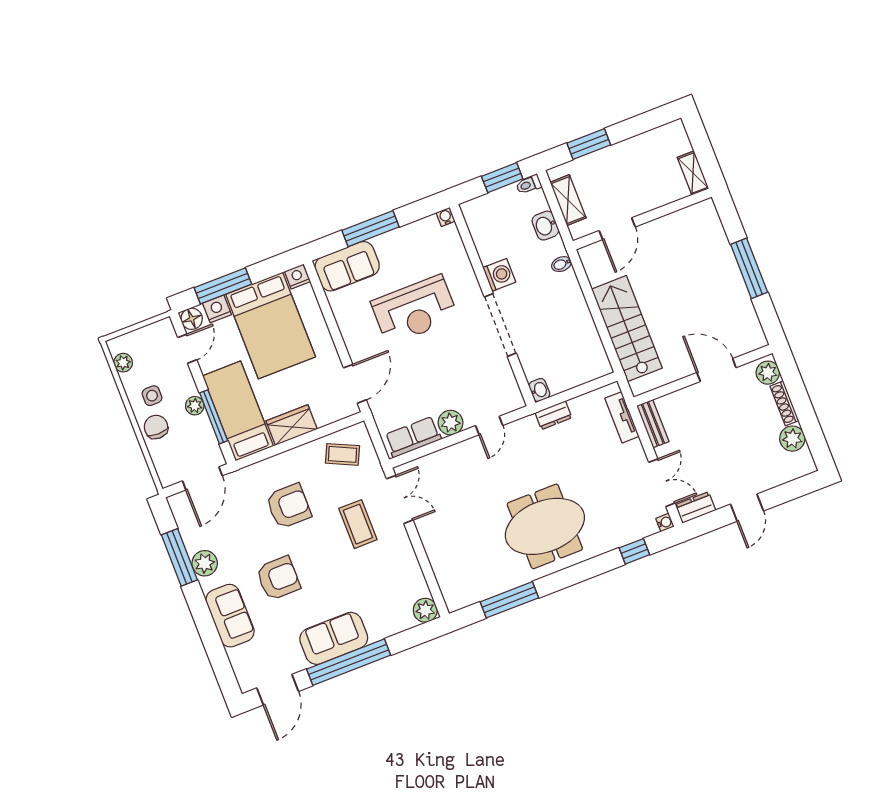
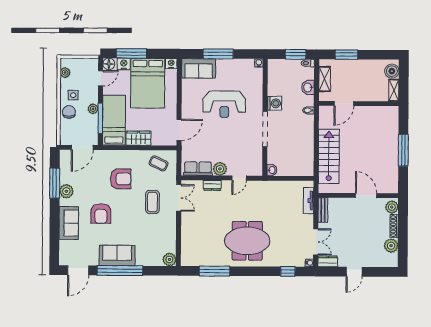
boiler: (677, 142) -> (392, 71), added
dresser: (553, 415) -> (212, 185), moved
armchair: (278, 578) -> (101, 214), turned 90

